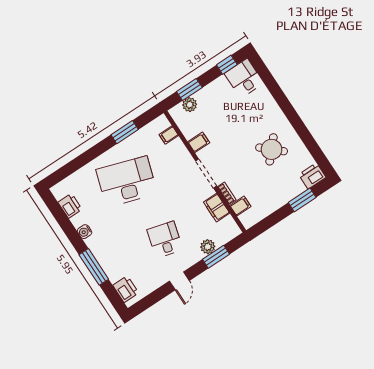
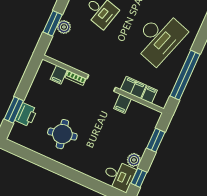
plant: (190, 105) -> (134, 160), moved
window: (125, 132) -> (185, 75), width x2.11
round table: (272, 149) -> (62, 134), turned 36
printer: (312, 176) -> (26, 115), moved
filing cabinet: (217, 208) -> (133, 87), moved

